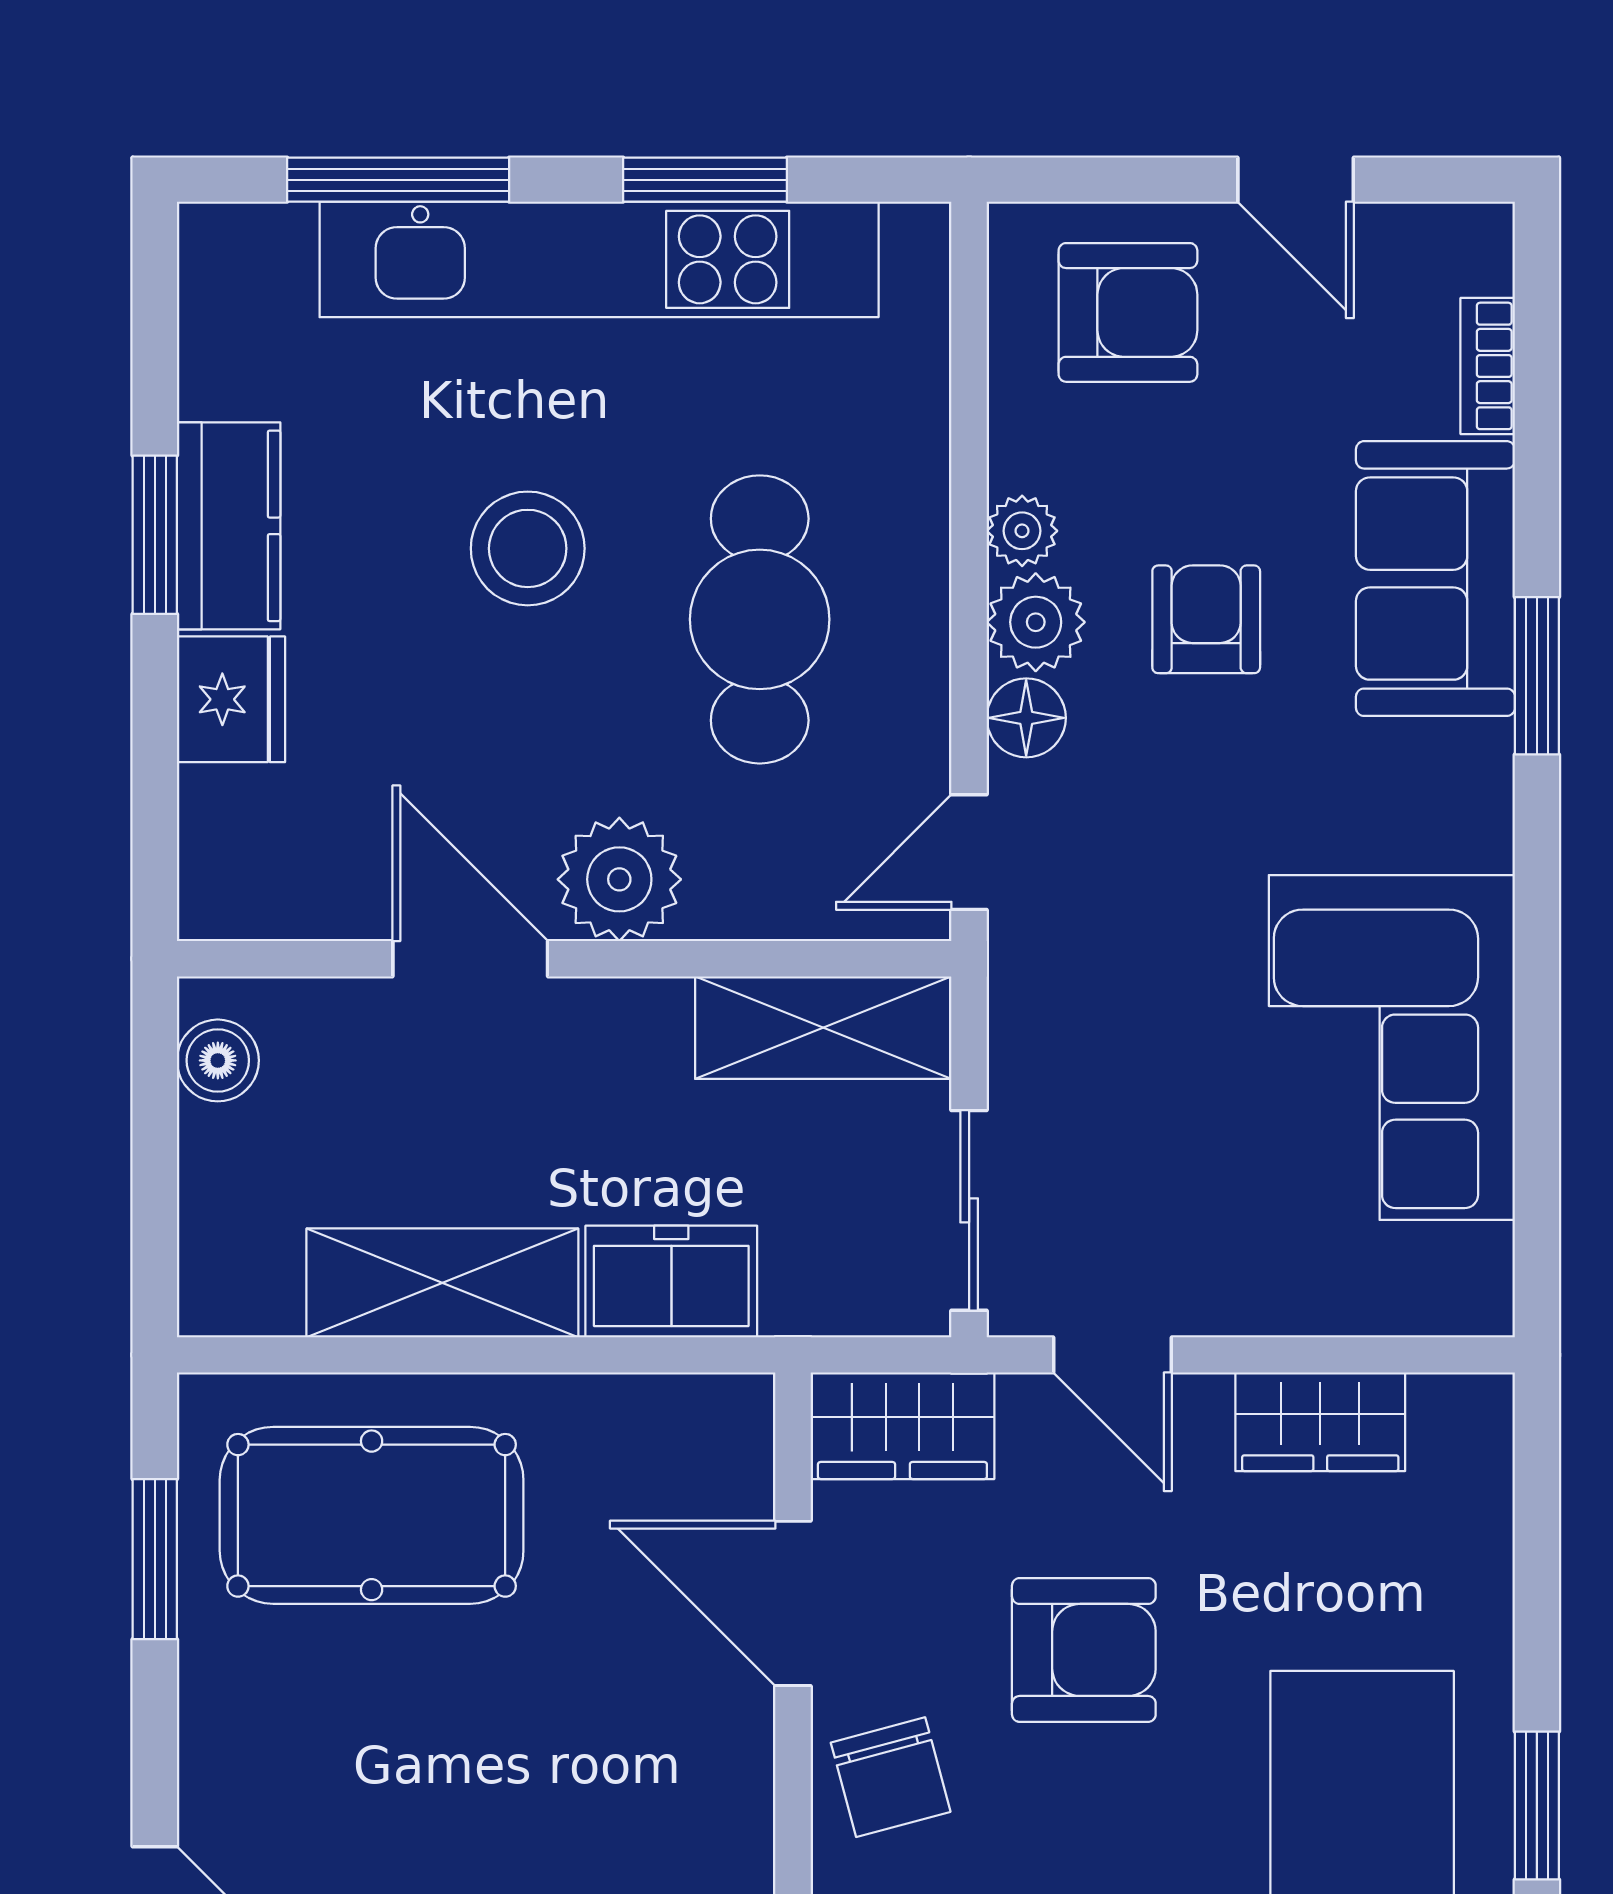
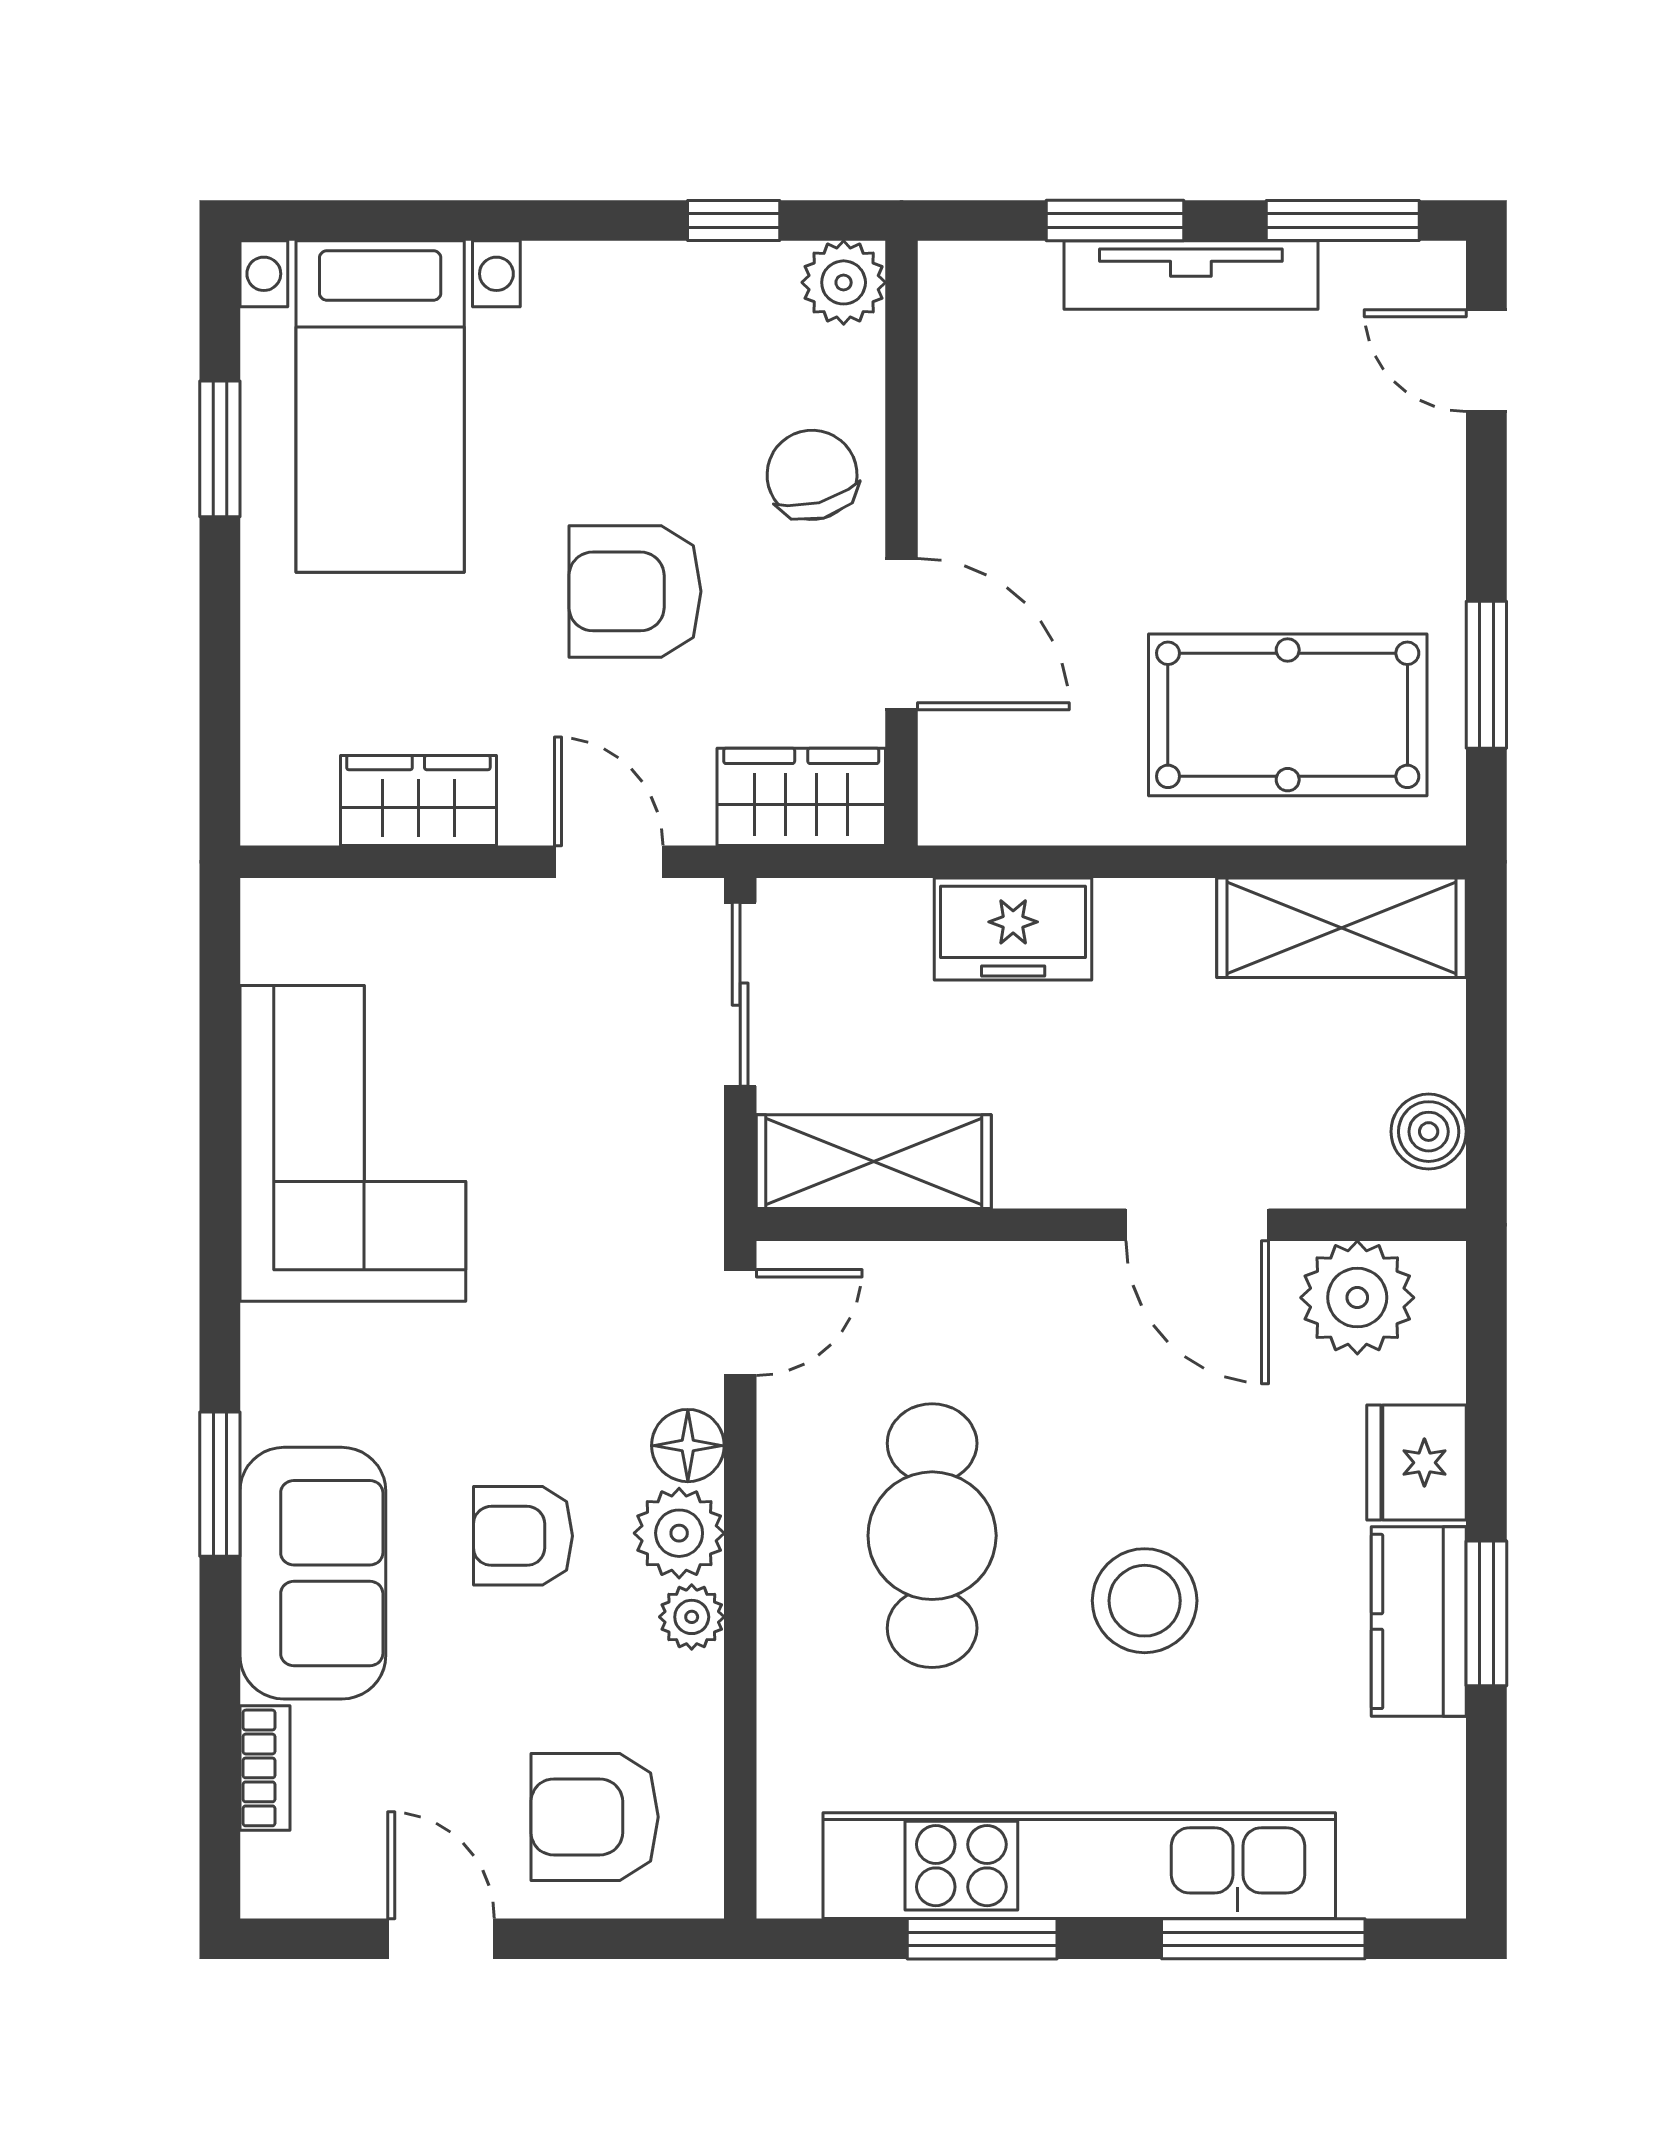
armchair: (1206, 619) -> (523, 1536), turned 90
plant: (619, 879) -> (1357, 1298), moved
shelving: (442, 1283) -> (1342, 928), moved

